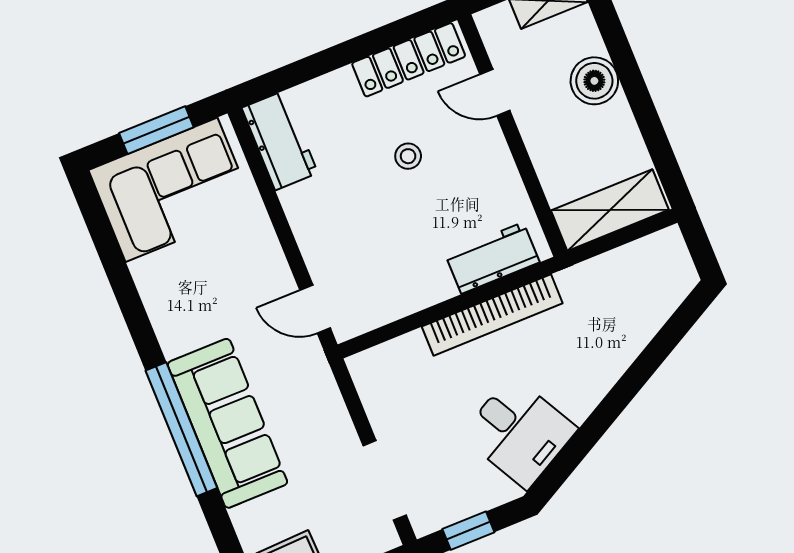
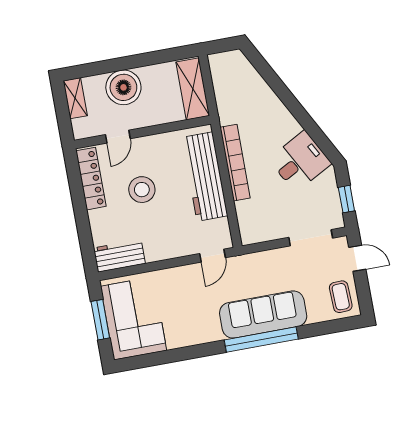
boiler: (594, 81) -> (123, 87), width x1.37, depth x1.37
stool: (408, 156) -> (142, 190), width x1.89, depth x1.89
workbench: (492, 258) -> (205, 177), width x1.88, depth x1.32

